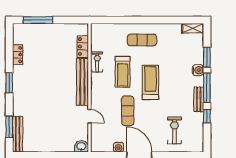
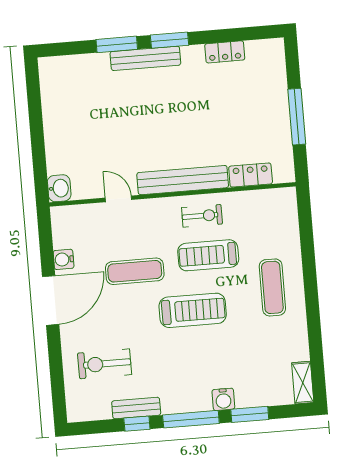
window: (38, 20) -> (297, 117), moved
exercise bike: (97, 62) -> (202, 216), moved
bench: (199, 99) -> (136, 408), moved
door: (89, 116) -> (118, 199), swing flipped
window: (9, 127) -> (117, 44), moved
exercise bike: (174, 130) -> (105, 364), turned 180
bench: (18, 134) -> (145, 58), moved

